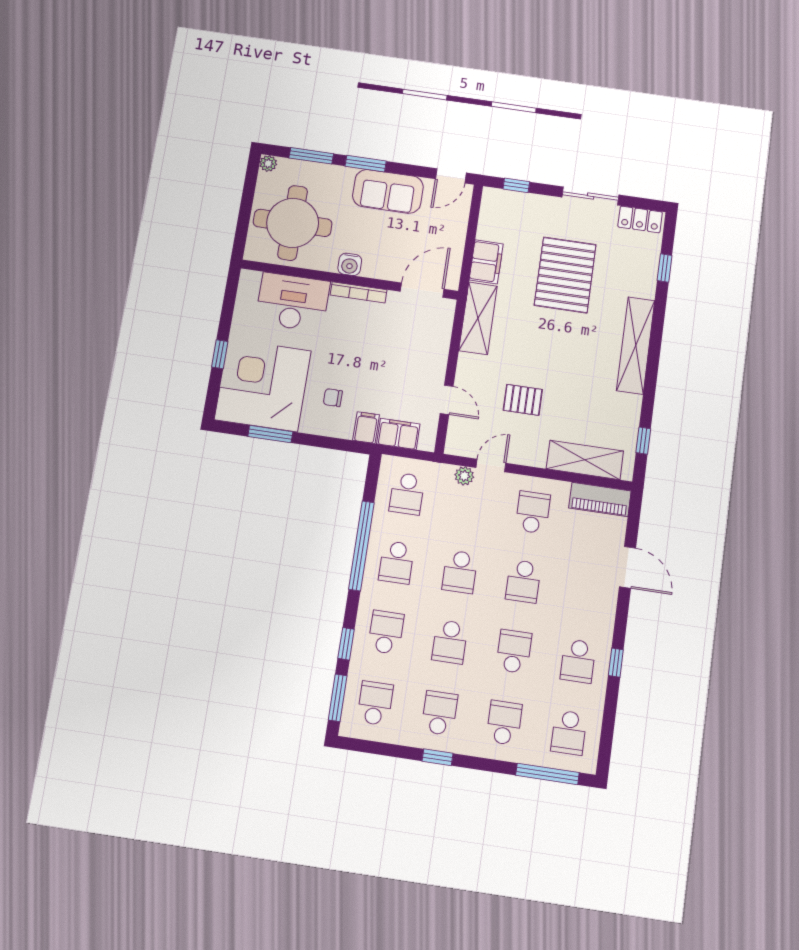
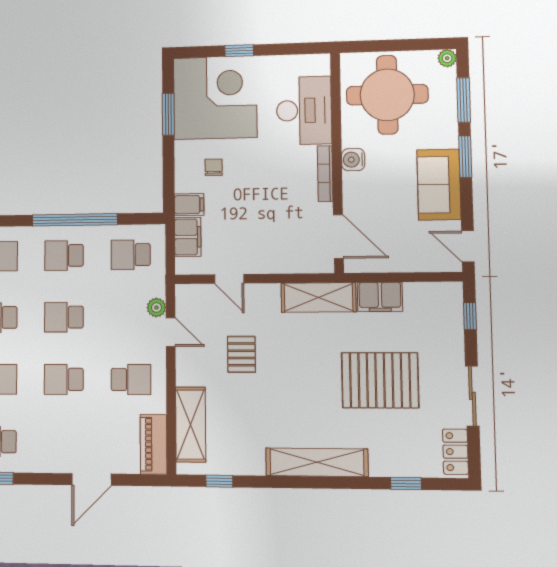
door: (447, 400) -> (229, 279), hinge flipped

